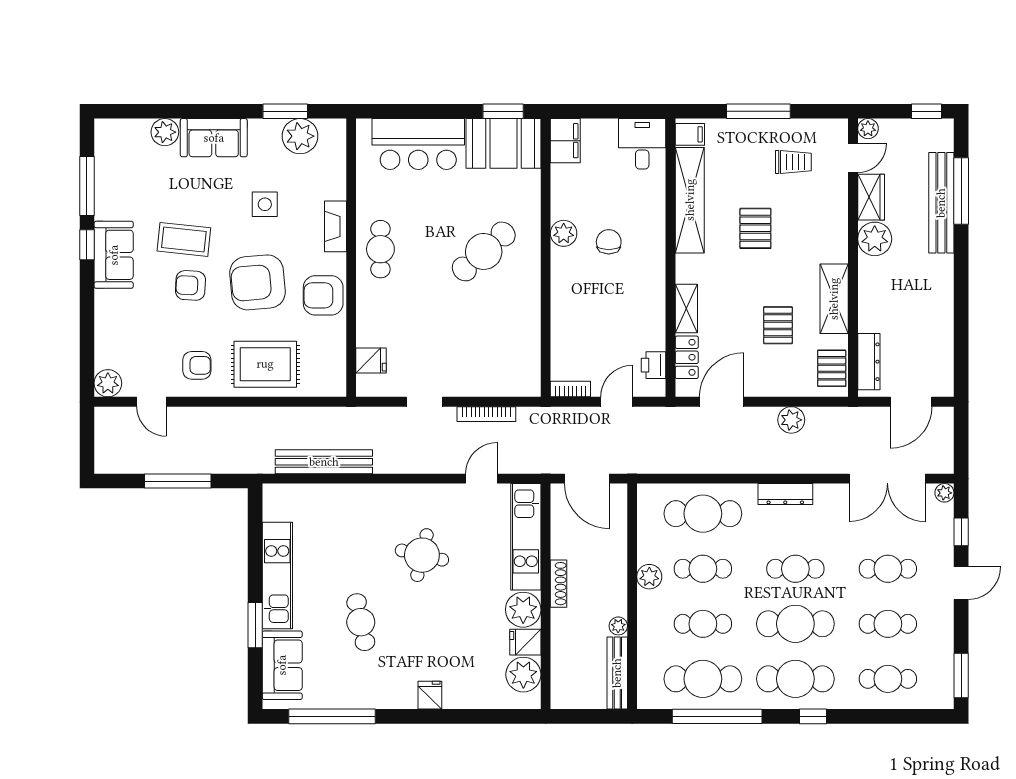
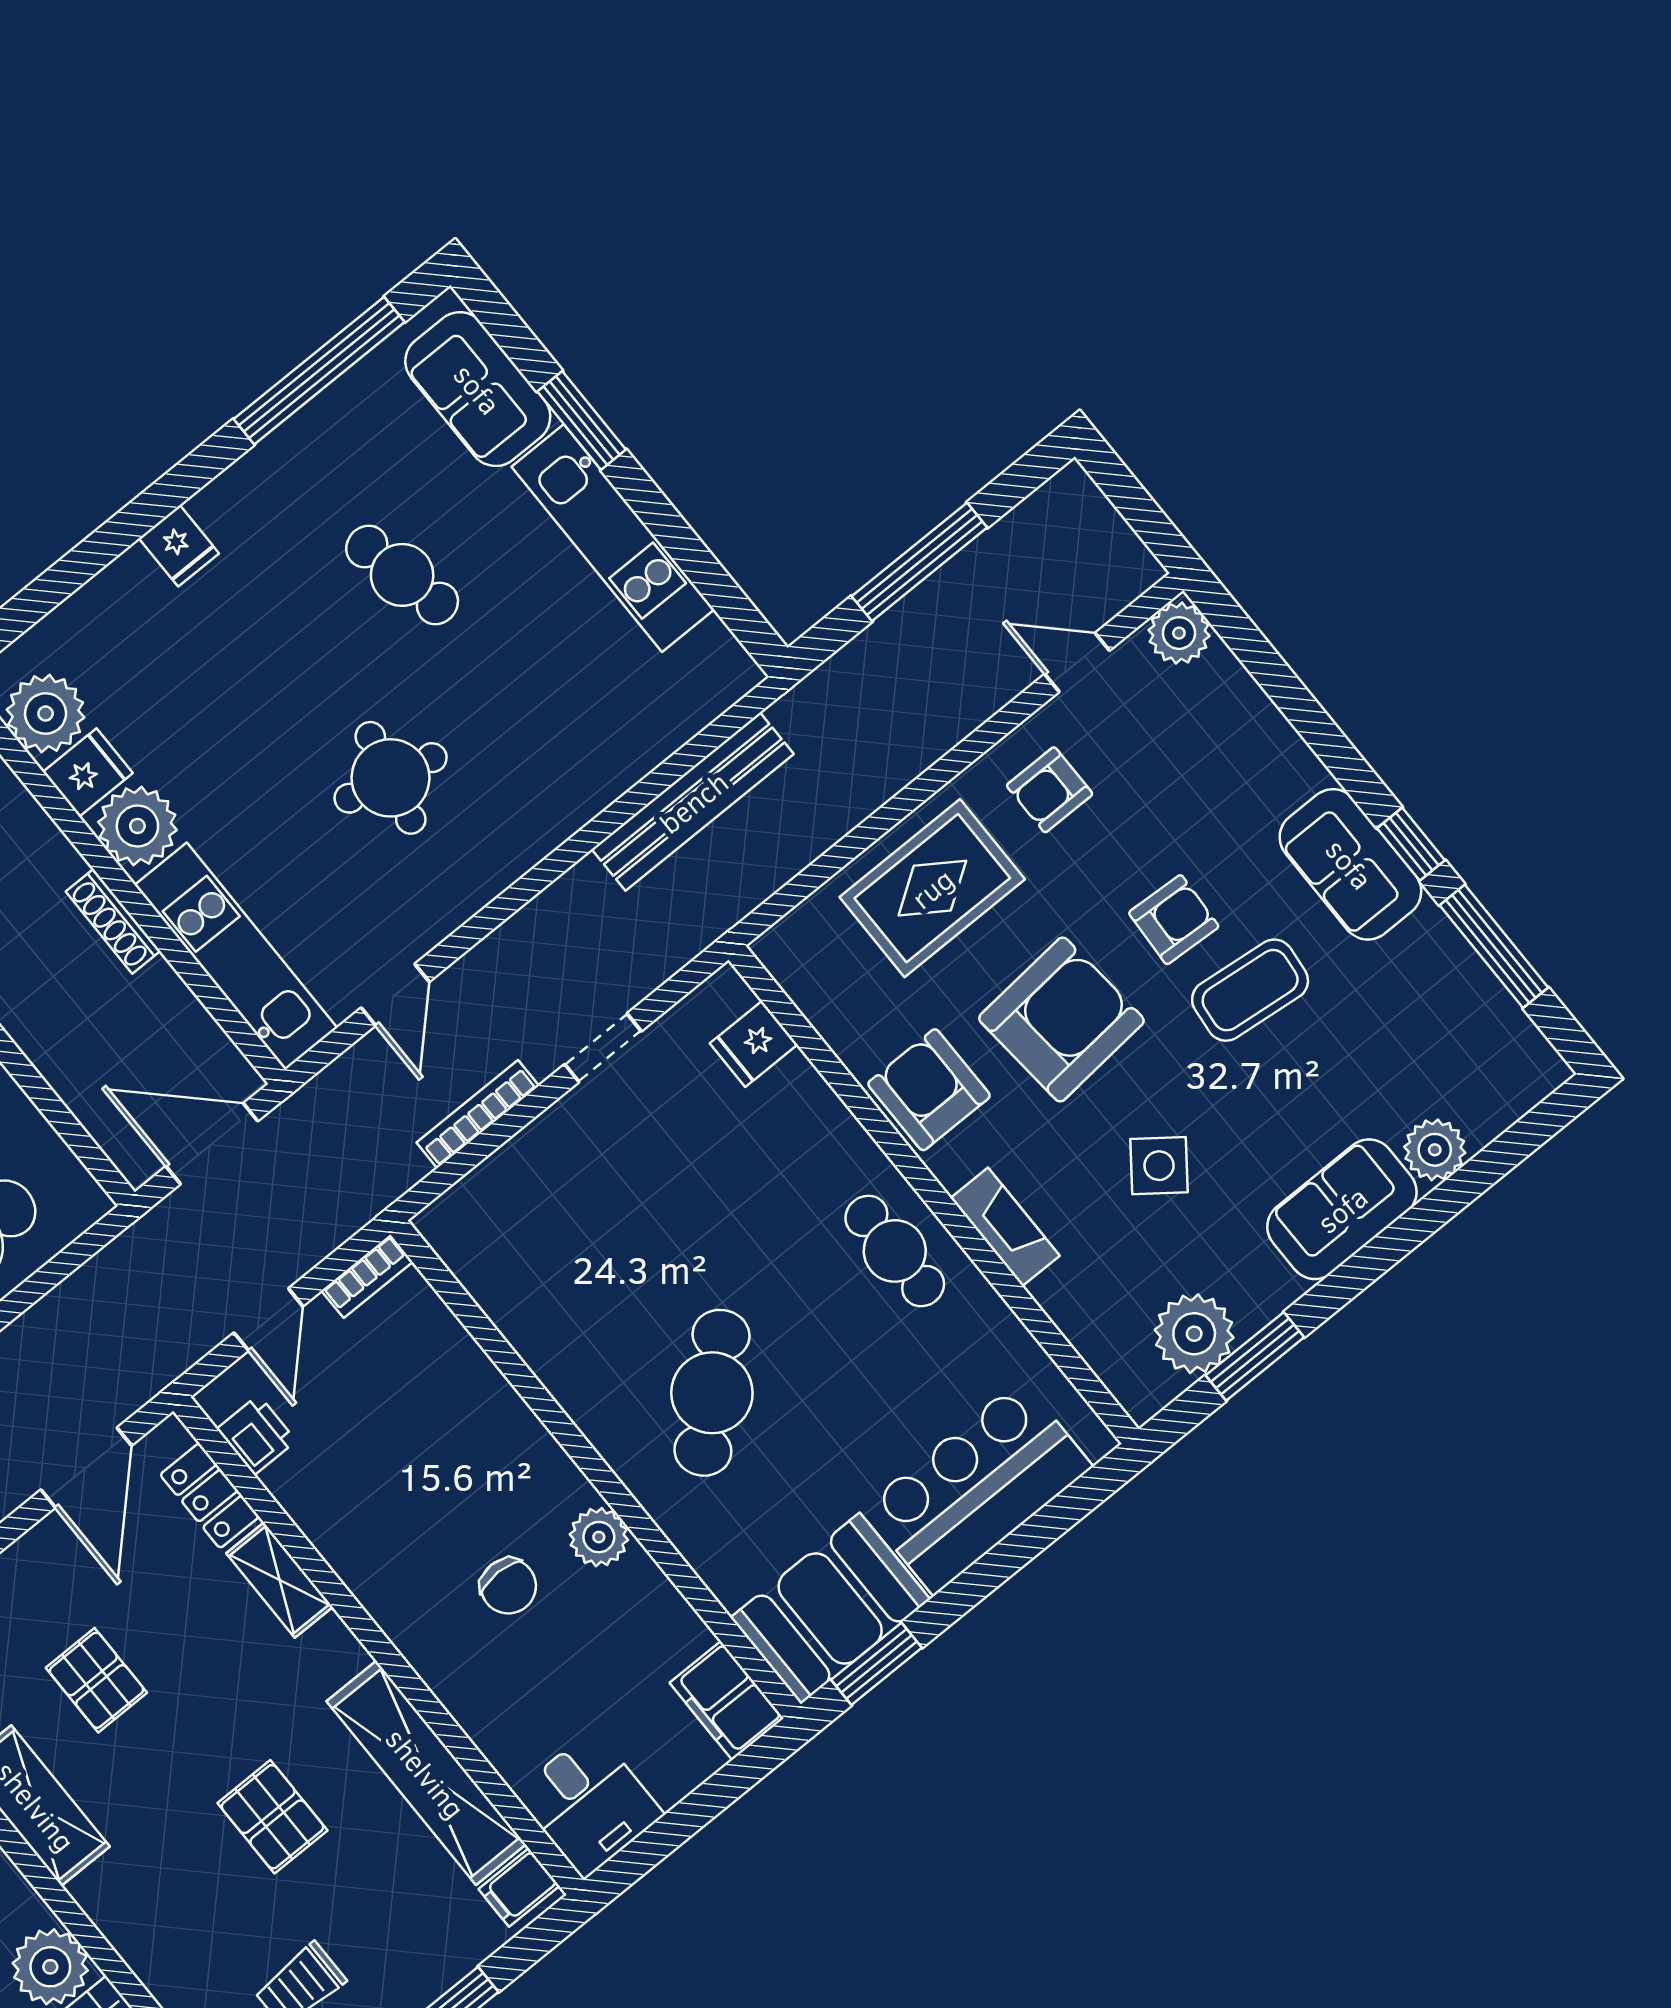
side table: (265, 204) -> (1159, 1166), turned 37
armchair: (323, 295) -> (929, 1090), turned -90

